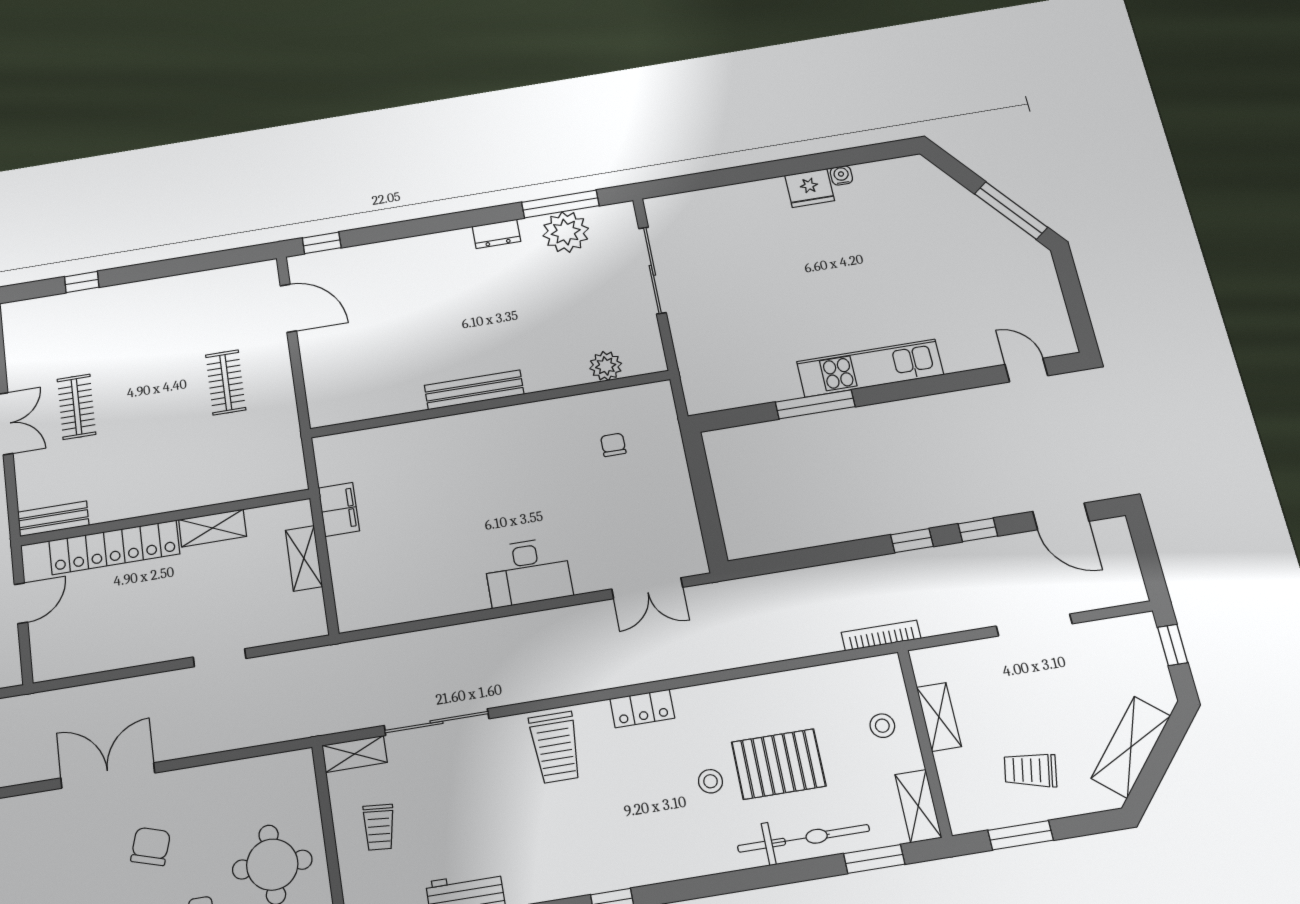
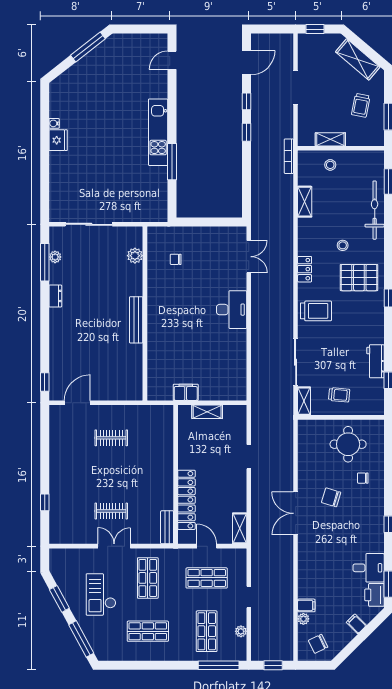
plant: (566, 232) -> (55, 257), width x0.53, depth x0.53
shelving: (212, 528) -> (240, 528), moved
pallet: (779, 764) -> (359, 278), moved, turned 90
shelving: (918, 806) -> (305, 202), moved, turned 90

